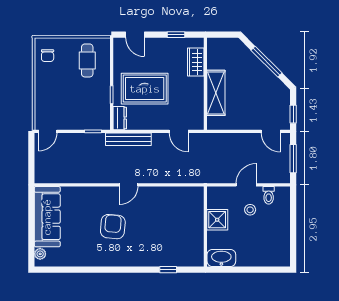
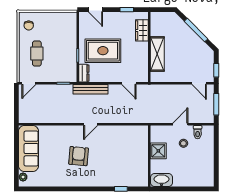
cafe table: (87, 60) -> (37, 53), moved

